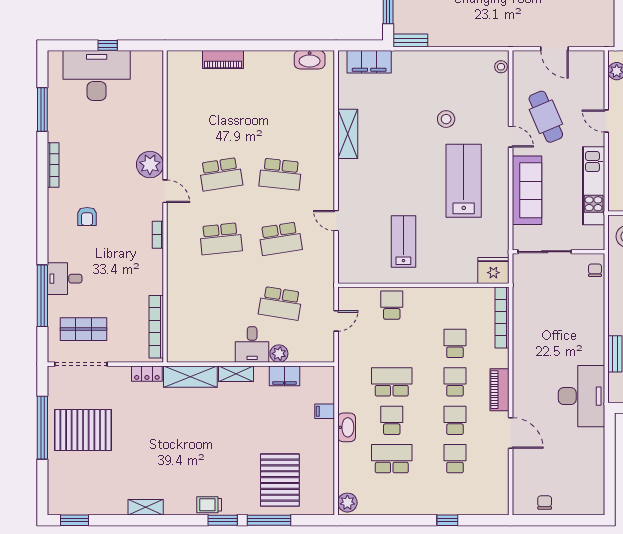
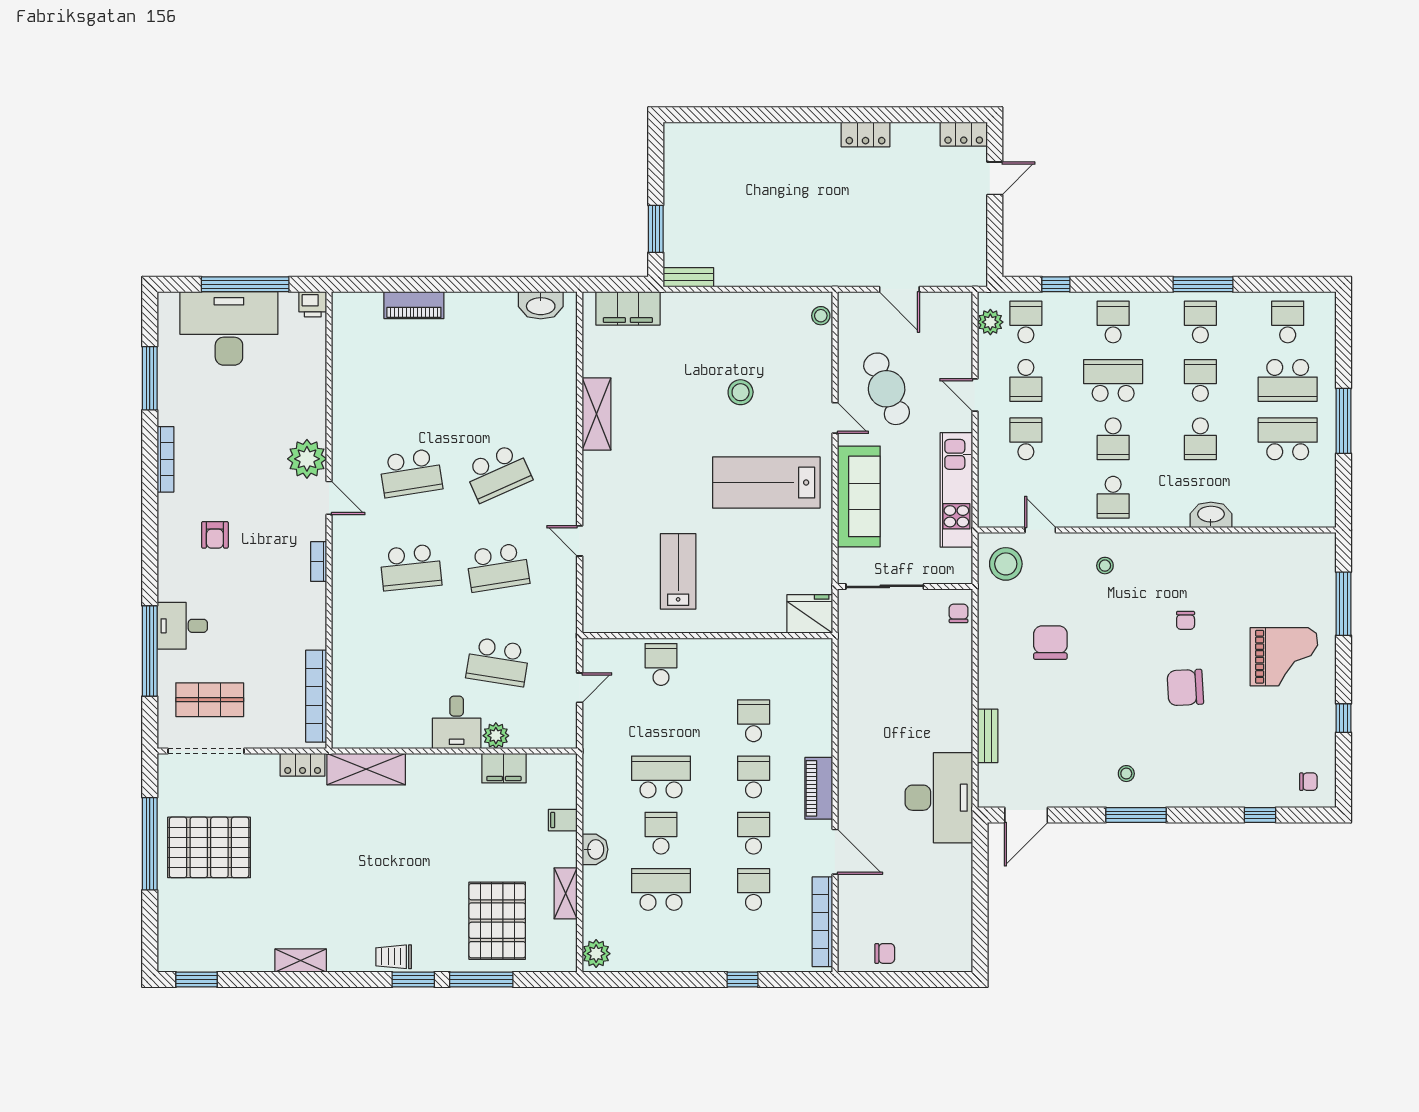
window: (108, 45) -> (245, 284), width x3.17
printer: (154, 59) -> (313, 304), added
school desk: (280, 174) -> (498, 473), turned -30
lab bench: (464, 181) -> (766, 483), turned -90
bookcase: (502, 318) -> (822, 922), moved
shelving: (236, 374) -> (566, 893), moved, turned 90
washbasin: (347, 427) -> (595, 849), width x0.72
chair: (545, 502) -> (885, 953), turned 90

